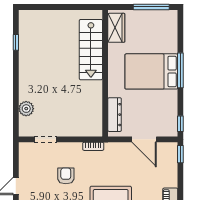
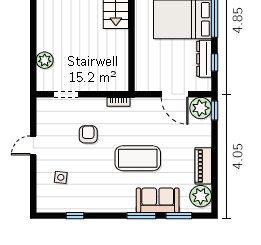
dresser: (115, 115) -> (204, 59), moved, turned 180
window: (180, 124) -> (215, 62), moved
plant: (168, 152) -> (201, 108), added

